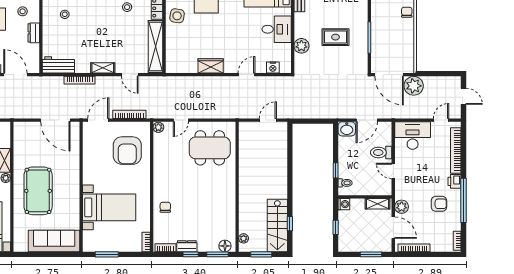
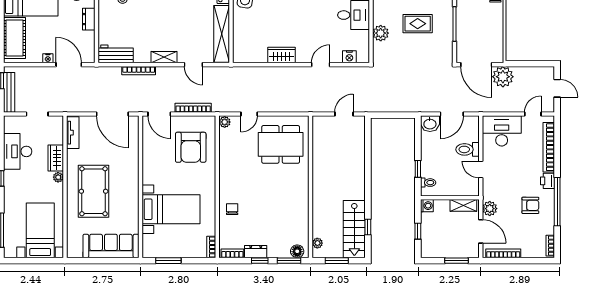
door: (98, 120) -> (159, 114), swing flipped
tv unit: (19, 137) -> (73, 133), added

